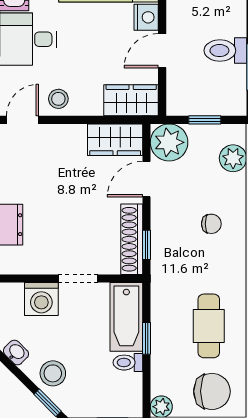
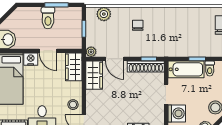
plant: (169, 142) -> (91, 52), width x0.53, depth x0.53
cafe table: (209, 326) -> (191, 27), removed

